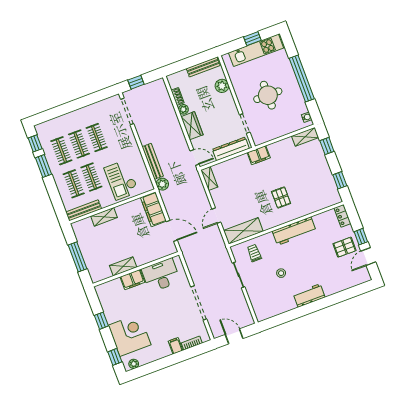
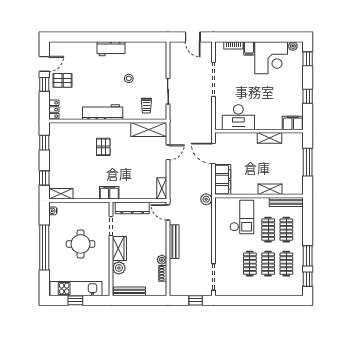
wardrobe: (192, 126) -> (119, 249), moved, turned 180
bench: (153, 161) -> (174, 242), moved
filing cabinet: (132, 280) -> (293, 123), moved
corner desk: (130, 335) -> (271, 58), moved, turned -90

